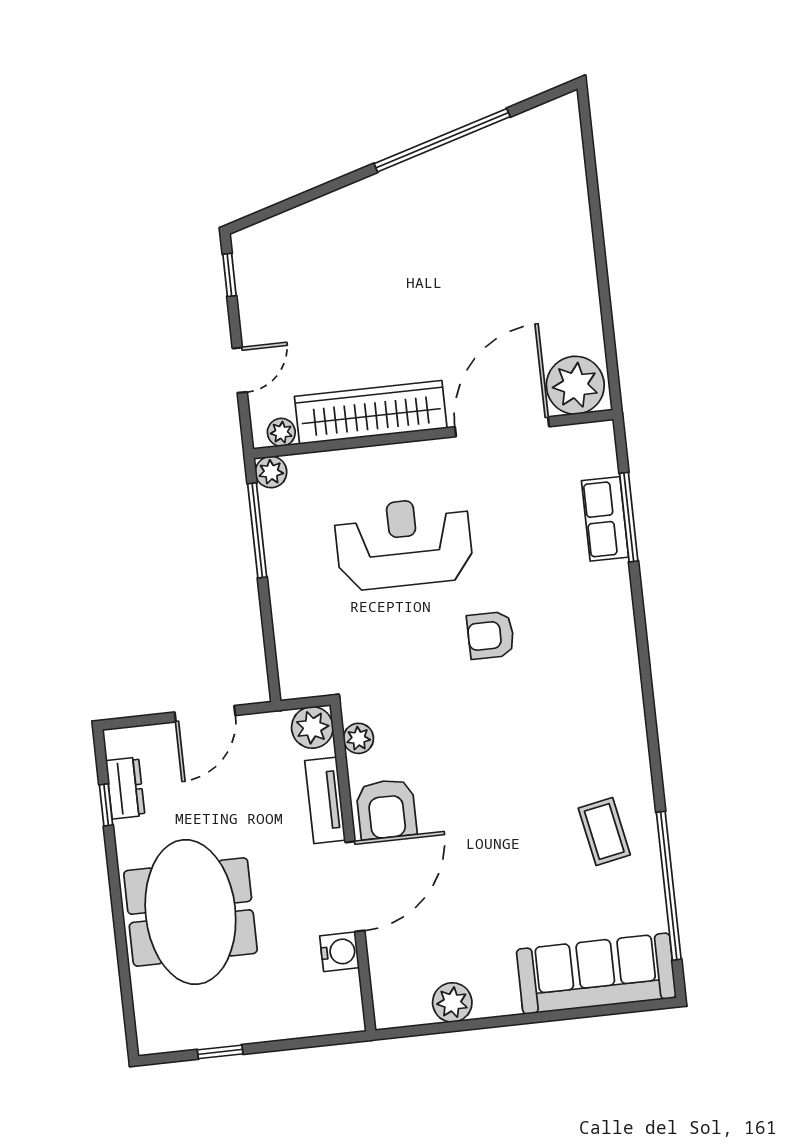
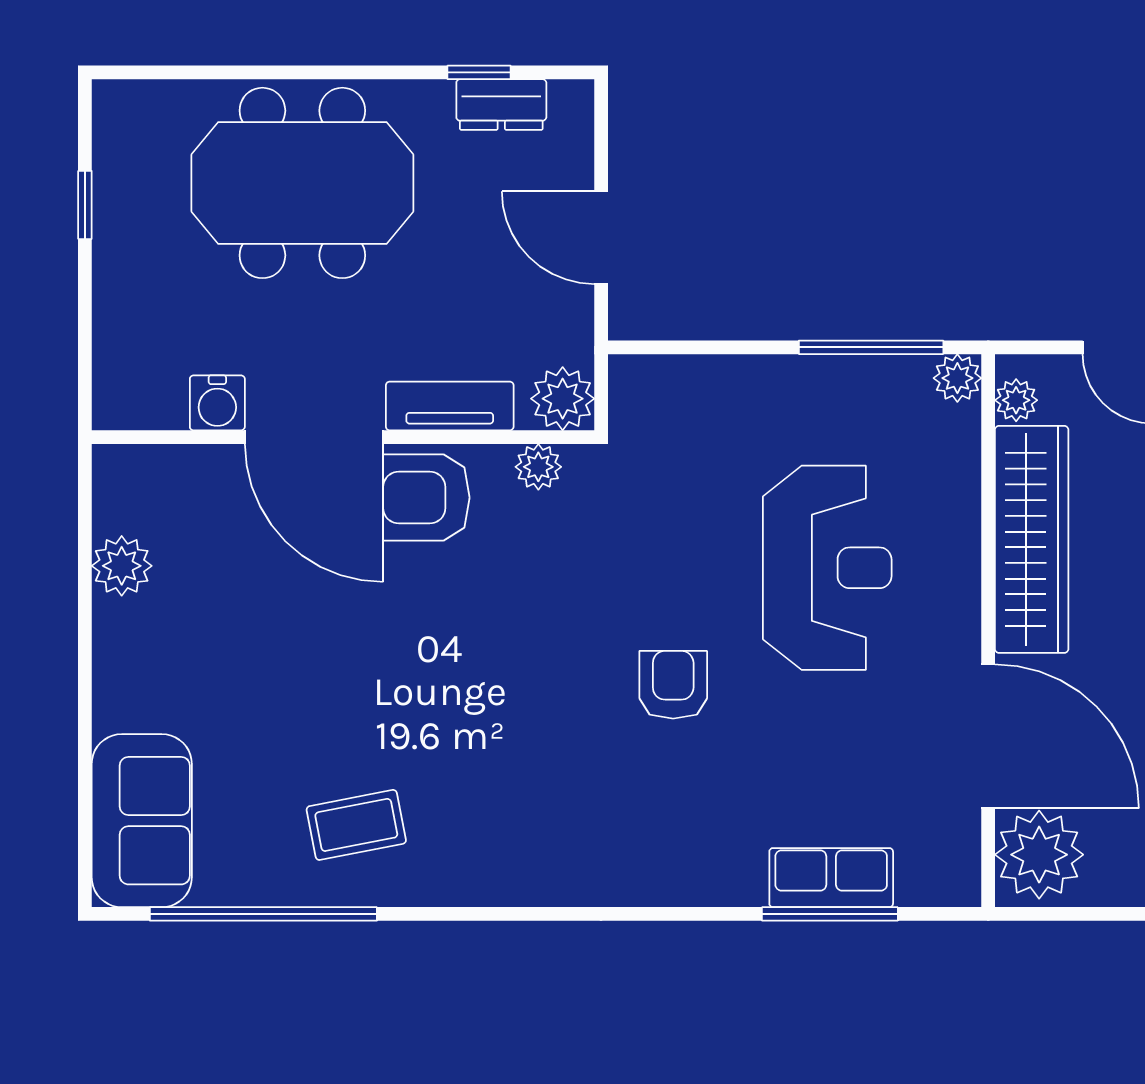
sofa: (596, 974) -> (142, 821), width x0.73

